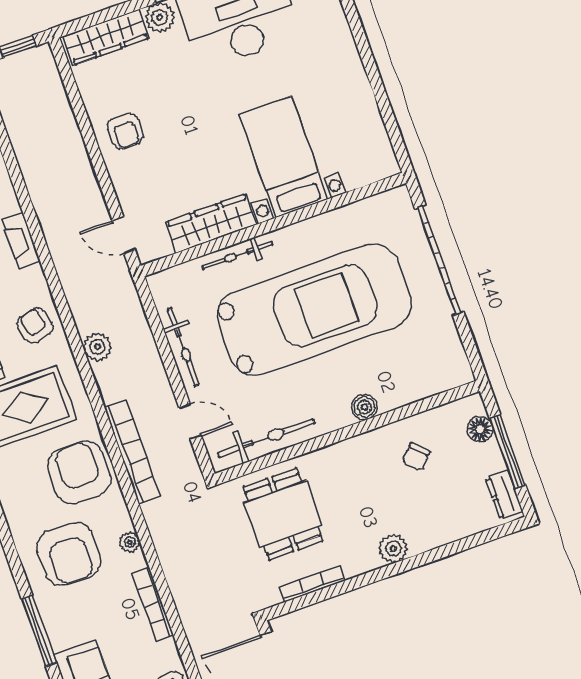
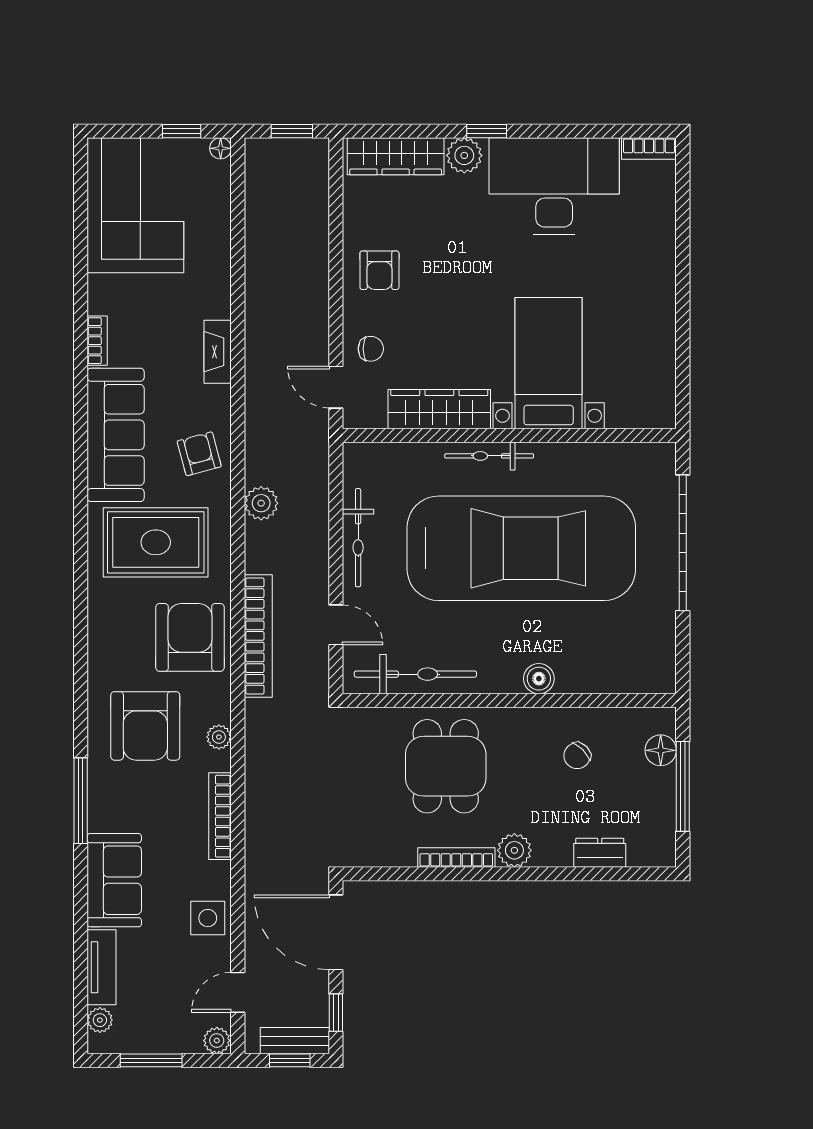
chair: (140, 195) -> (371, 349), added
bicycle: (237, 255) -> (489, 456), moved
dresser: (504, 495) -> (600, 853), moved, turned 90
dining table: (283, 514) -> (446, 766), moved
bookcase: (312, 584) -> (456, 857), moved

